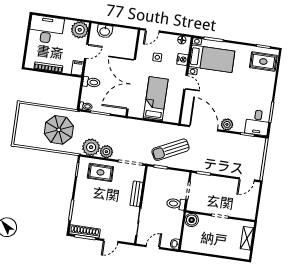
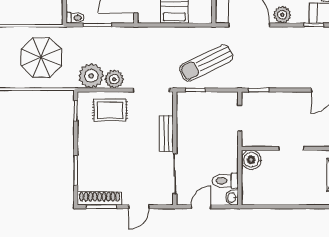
toilet: (176, 204) -> (225, 181), moved

